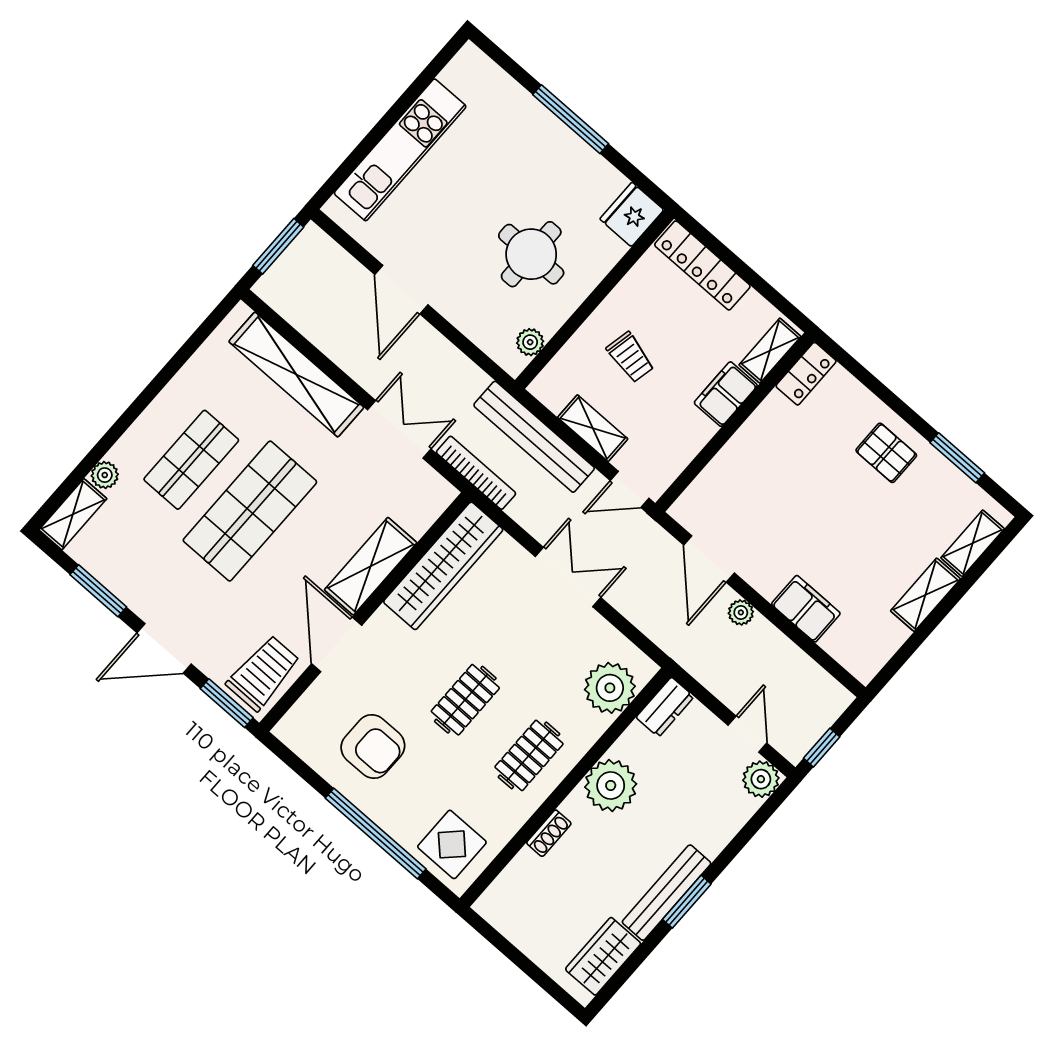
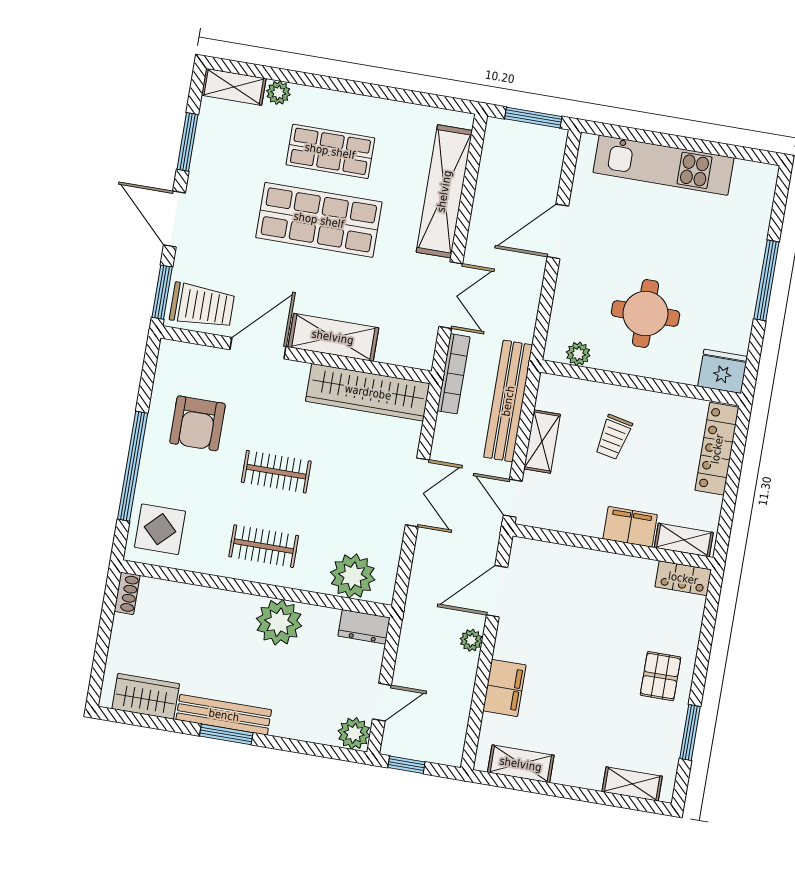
shelving: (925, 595) -> (521, 764), moved
shoe rack: (549, 833) -> (127, 593), moved, turned -90

